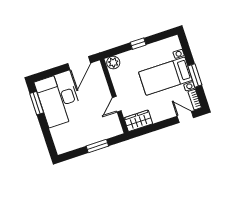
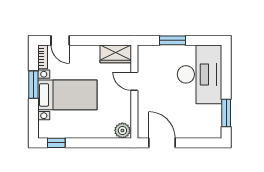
window: (138, 44) -> (56, 143), moved
door: (79, 63) -> (162, 143), hinge flipped
desk: (59, 99) -> (200, 74), moved
door: (117, 104) -> (134, 81), swing flipped

